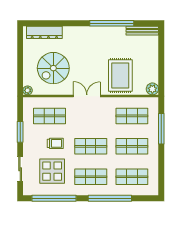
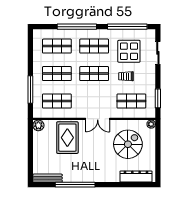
window: (20, 132) -> (158, 98), moved

